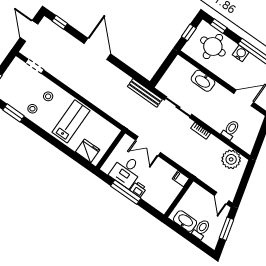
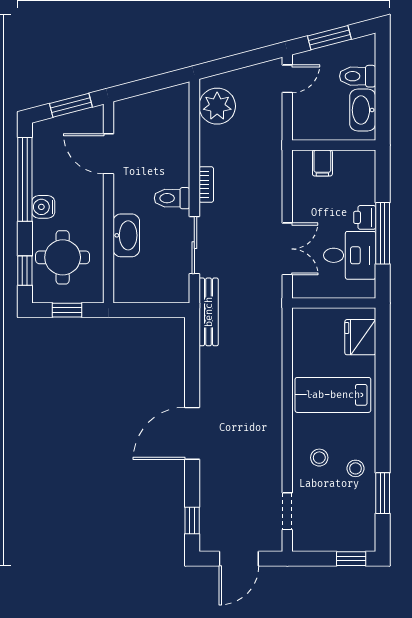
toilet: (231, 130) -> (172, 198), moved
filing cabinet: (181, 179) -> (322, 163), moved

